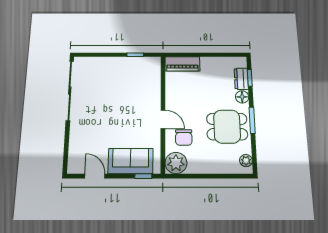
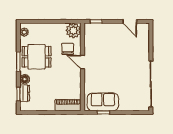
sofa: (131, 161) -> (103, 102), moved, turned 180

